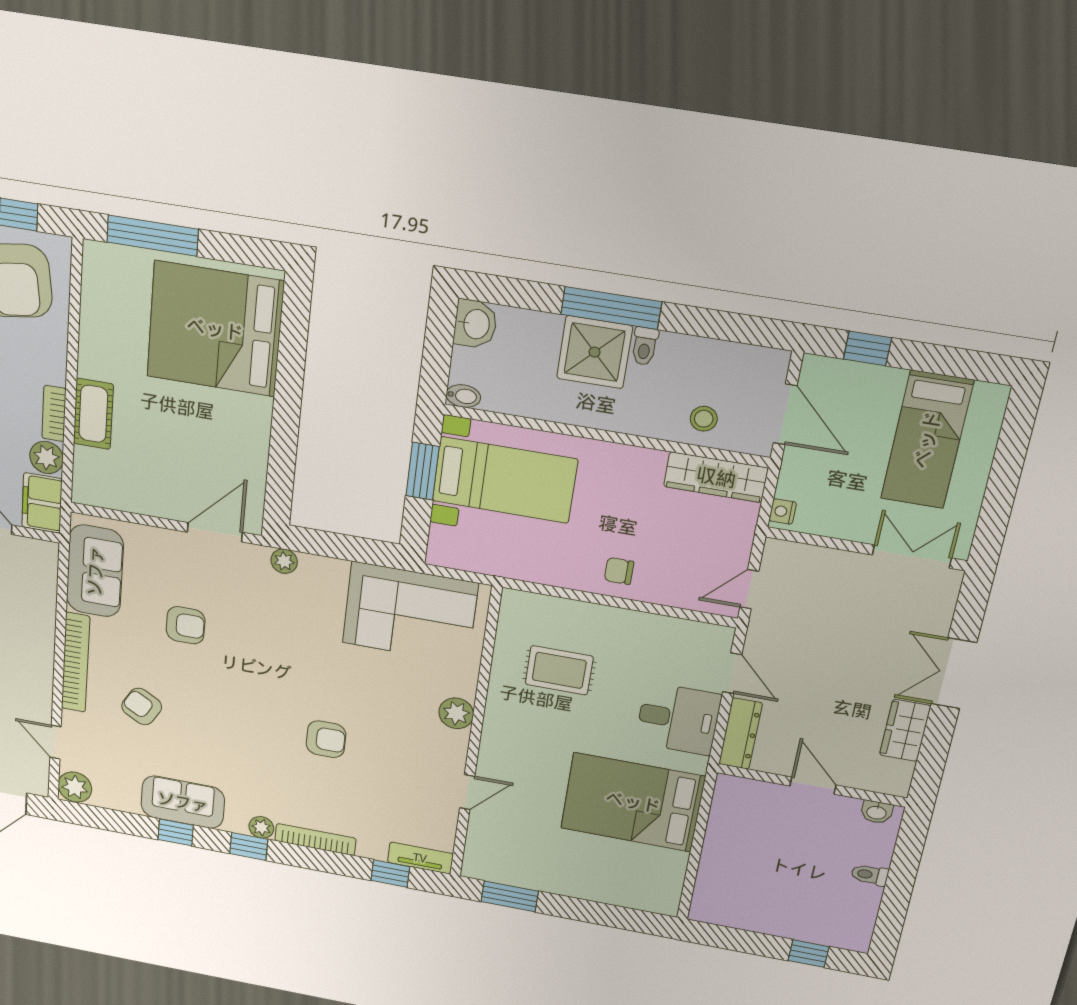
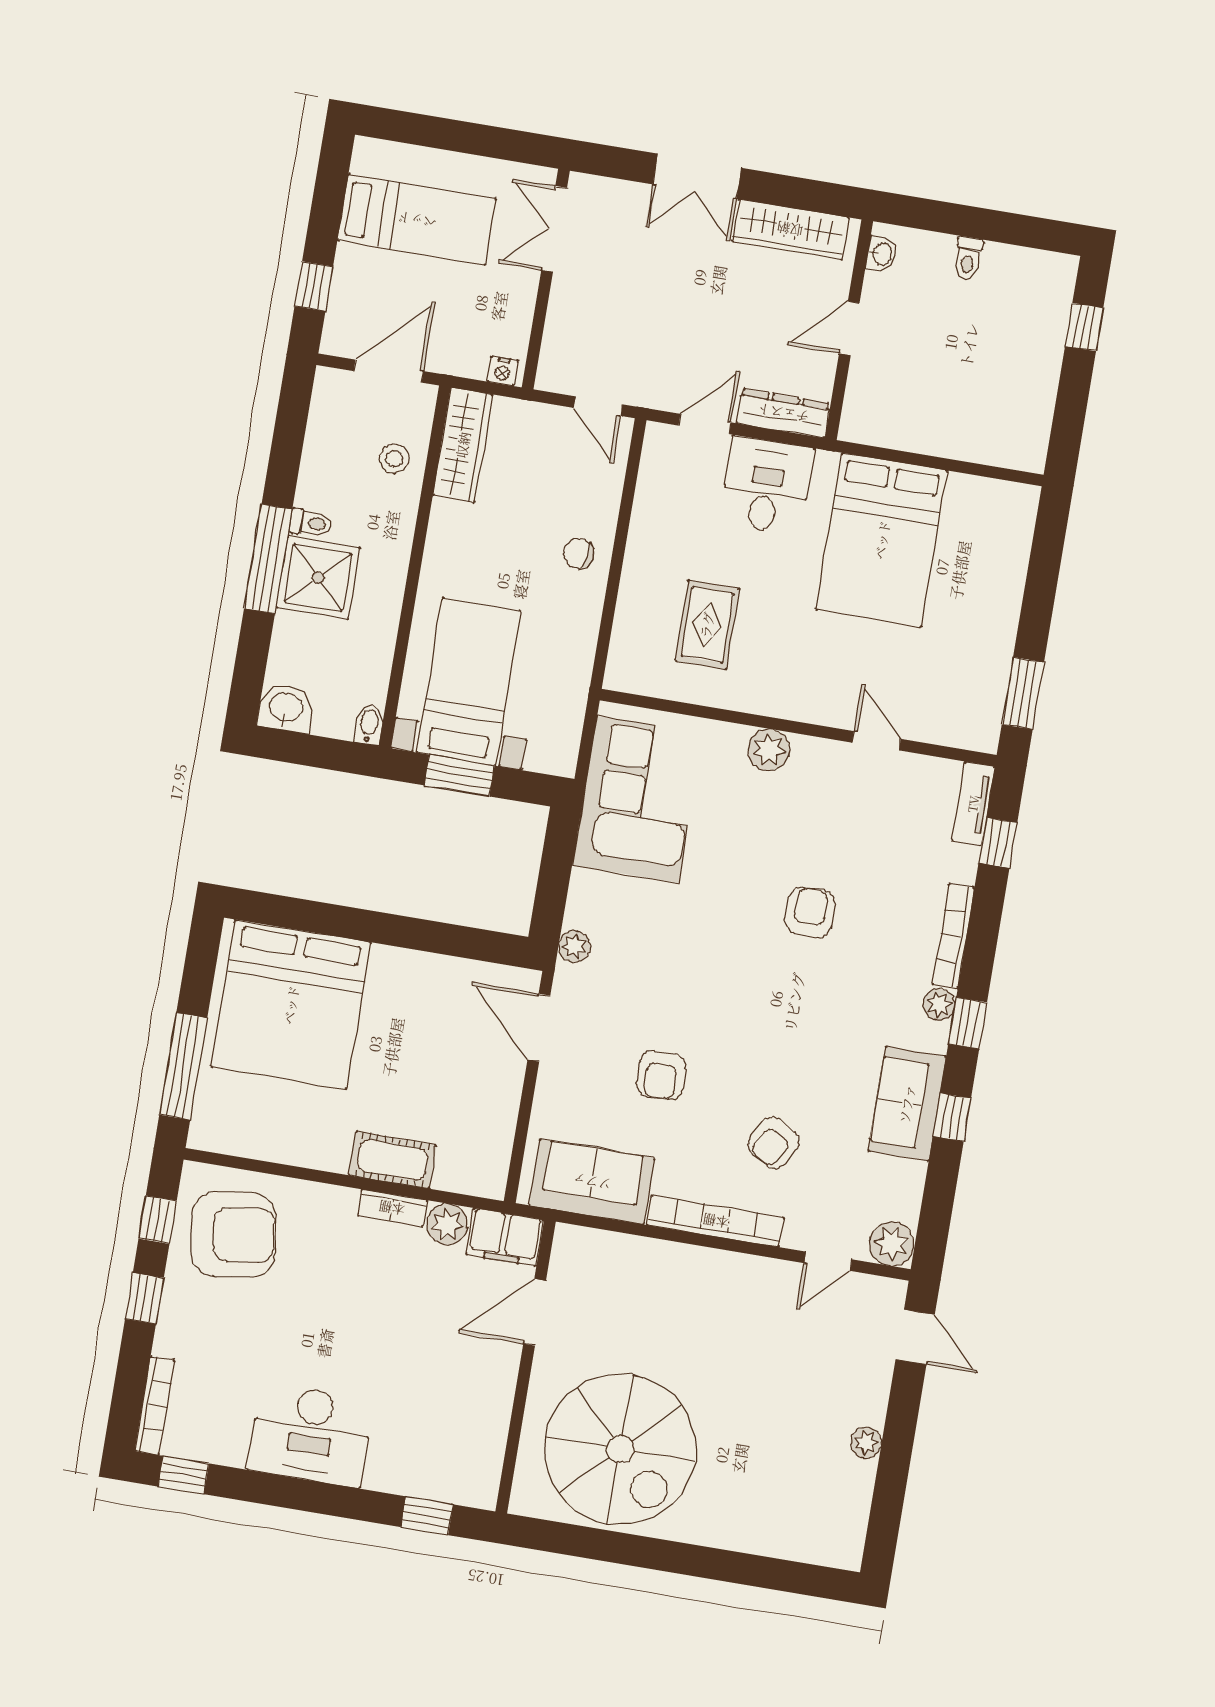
chair: (619, 571) -> (579, 553), turned 102
armchair: (186, 625) -> (661, 1075), turned 180
wardrobe: (905, 730) -> (790, 229), width x1.50

